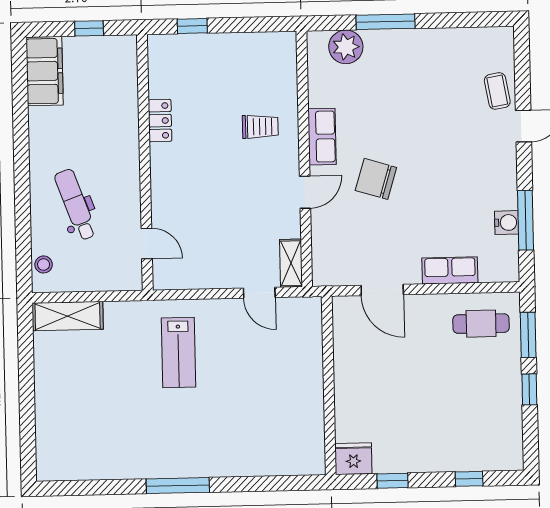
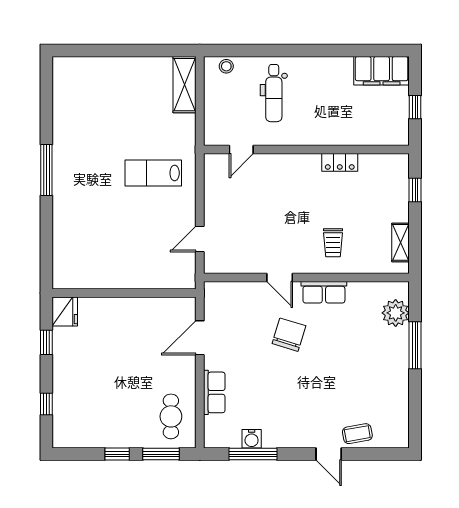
dental chair: (76, 205) -> (274, 93), turned 110
shelving: (291, 263) -> (401, 242), moved, turned 90

